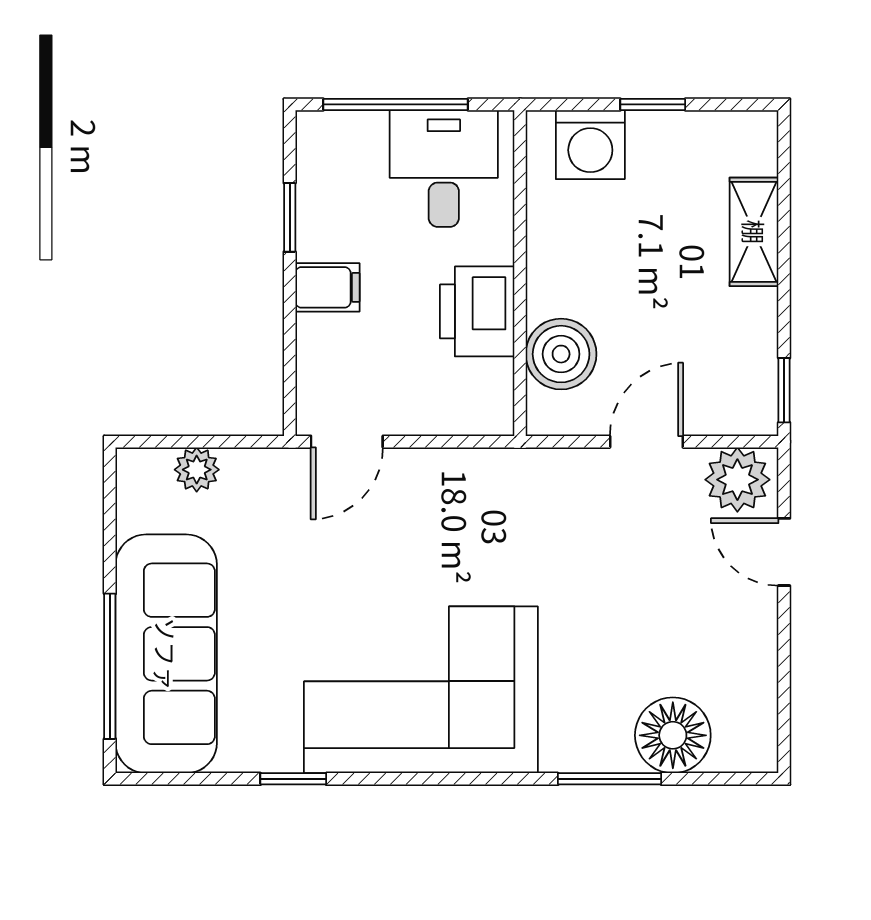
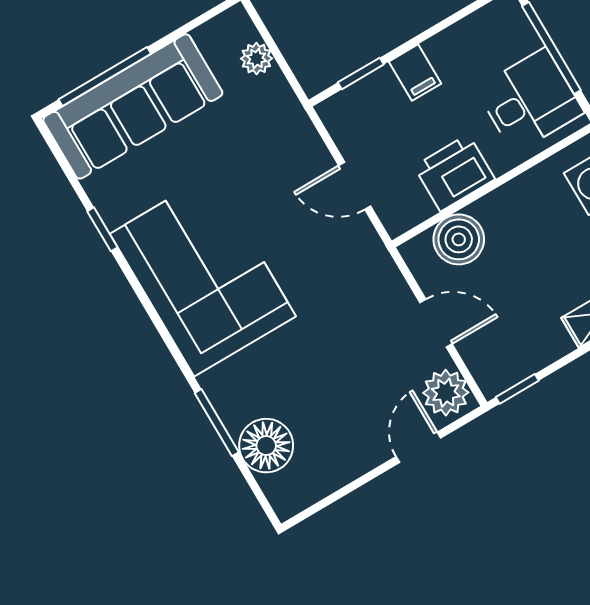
window: (290, 217) -> (361, 73), moved
door: (347, 442) -> (355, 186), moved

